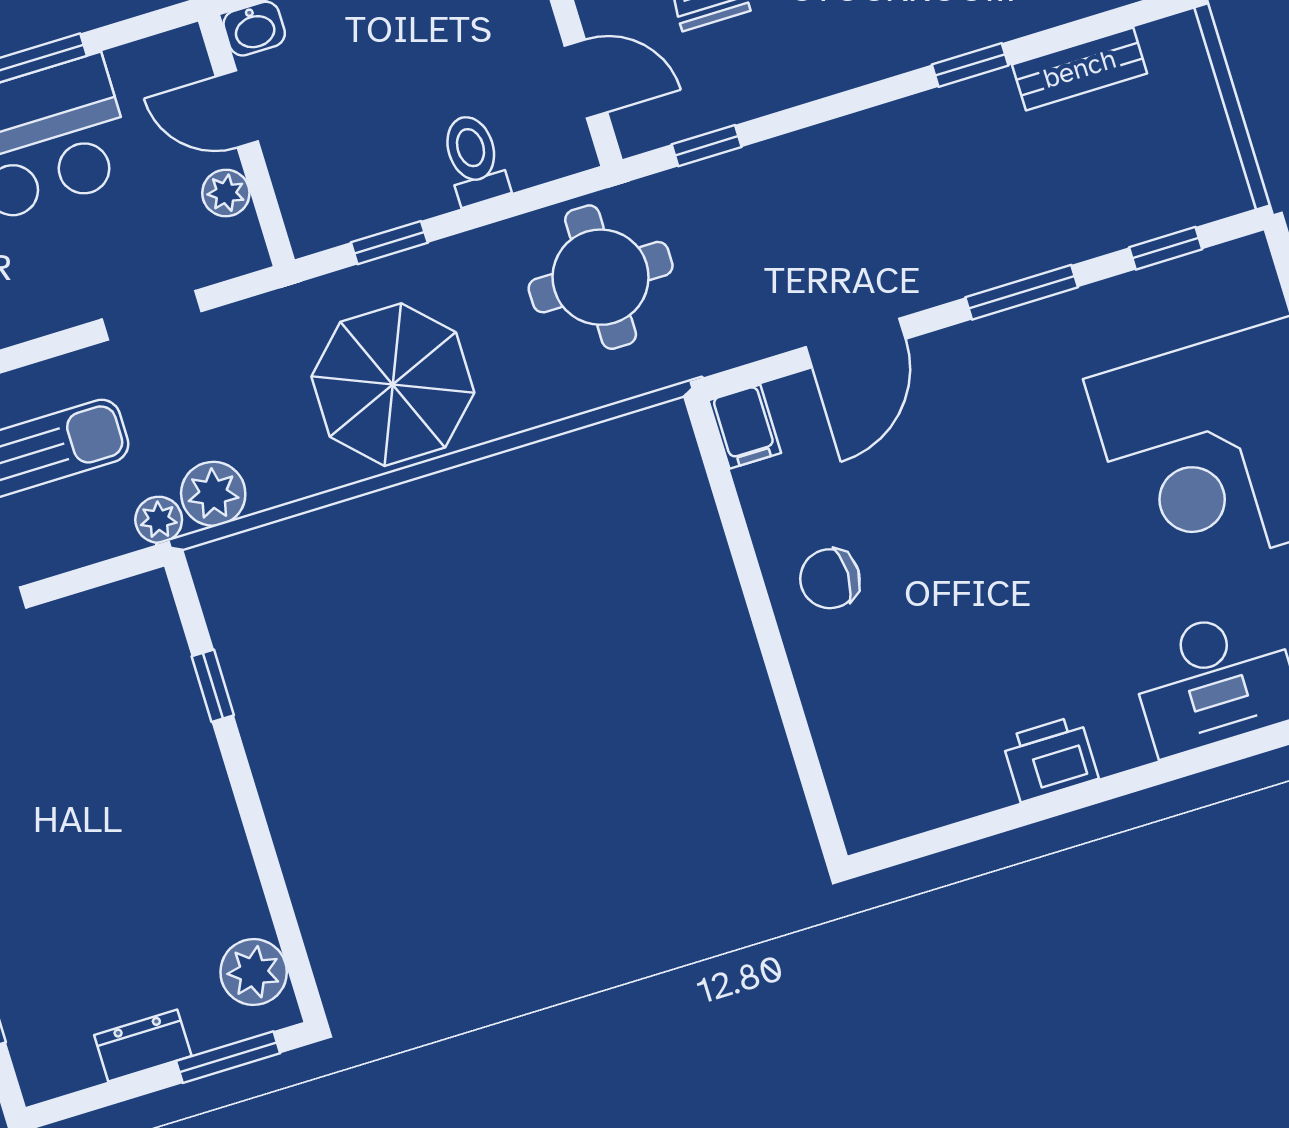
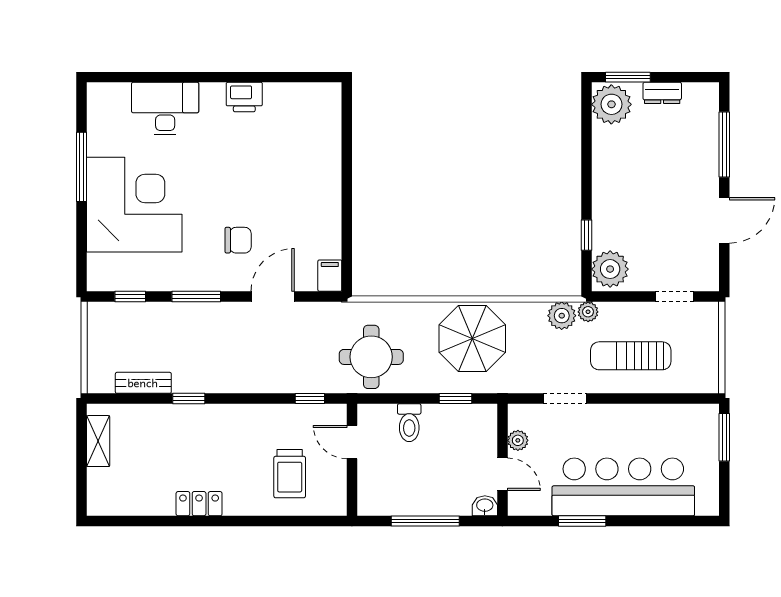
chair: (830, 579) -> (238, 240), moved
plant: (139, 627) -> (610, 269), added
plant: (254, 972) -> (611, 104), width x1.36, depth x1.36

